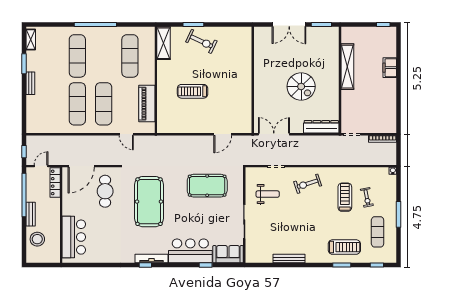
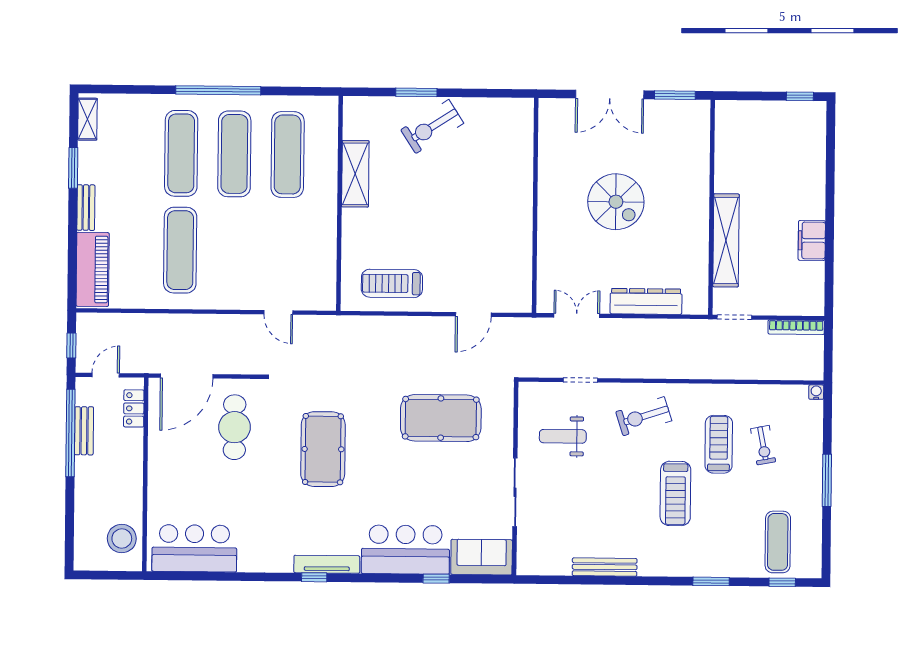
exercise bike: (201, 41) -> (432, 127), turned 122
shelving: (164, 43) -> (355, 174), moved
shelving: (347, 67) -> (726, 240), moved
filing cabinet: (390, 68) -> (812, 240), moved
spiral stairs: (301, 86) -> (616, 202), moved
treadmill: (193, 91) -> (392, 283), moved
exercise mat: (104, 104) -> (234, 154), moved
piano: (147, 104) -> (93, 269), moved, turned 180
dresser: (321, 127) -> (646, 301), moved
double door: (274, 134) -> (577, 316), width x0.73
locker: (55, 182) -> (134, 408), width x0.66
weight bench: (268, 194) -> (563, 436), turned 180
pool table: (149, 202) -> (323, 449), width x0.73, depth x0.76
bench: (31, 214) -> (84, 431), moved
exercise mat: (378, 232) -> (778, 542), moved
bar counter: (74, 237) -> (194, 548), moved, turned -90
stool: (37, 239) -> (122, 539), moved
treadmill: (344, 247) -> (675, 493), moved, turned 90

